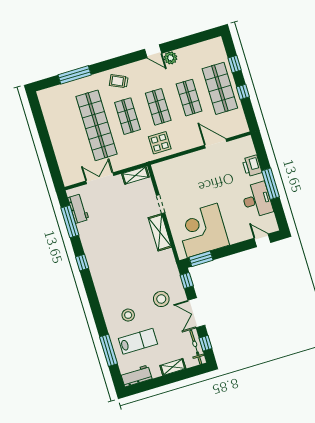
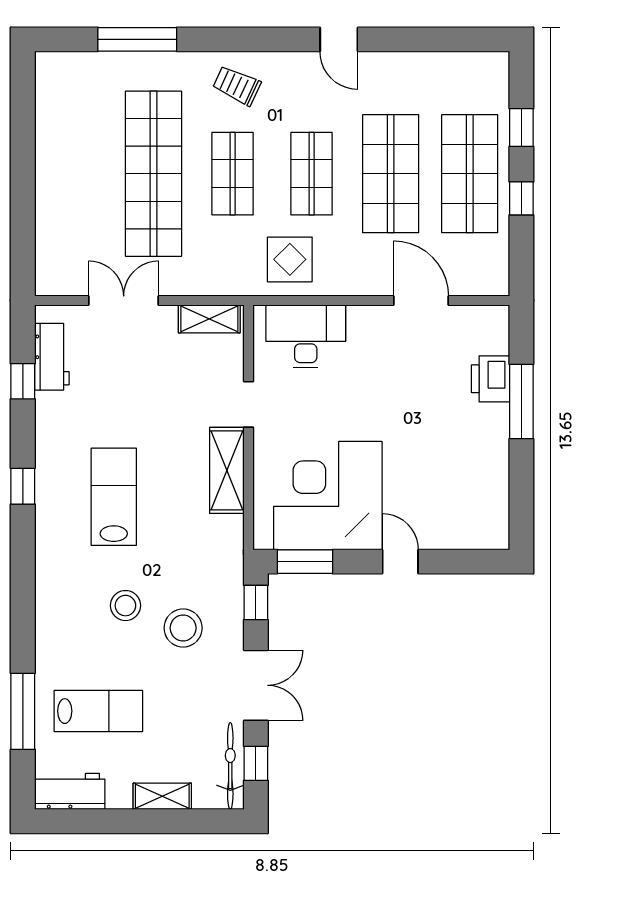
plant: (171, 58) -> (375, 67), removed
shop shelf: (189, 98) -> (391, 174), width x1.43, depth x1.36
window: (270, 184) -> (521, 401), moved
desk: (257, 200) -> (306, 336), moved, turned -90
window: (70, 221) -> (23, 381), width x0.46
door: (262, 240) -> (400, 562), moved
lab bench: (119, 256) -> (114, 497), added
double door: (196, 313) -> (256, 685), swing flipped
stool: (128, 315) -> (125, 606), moved

